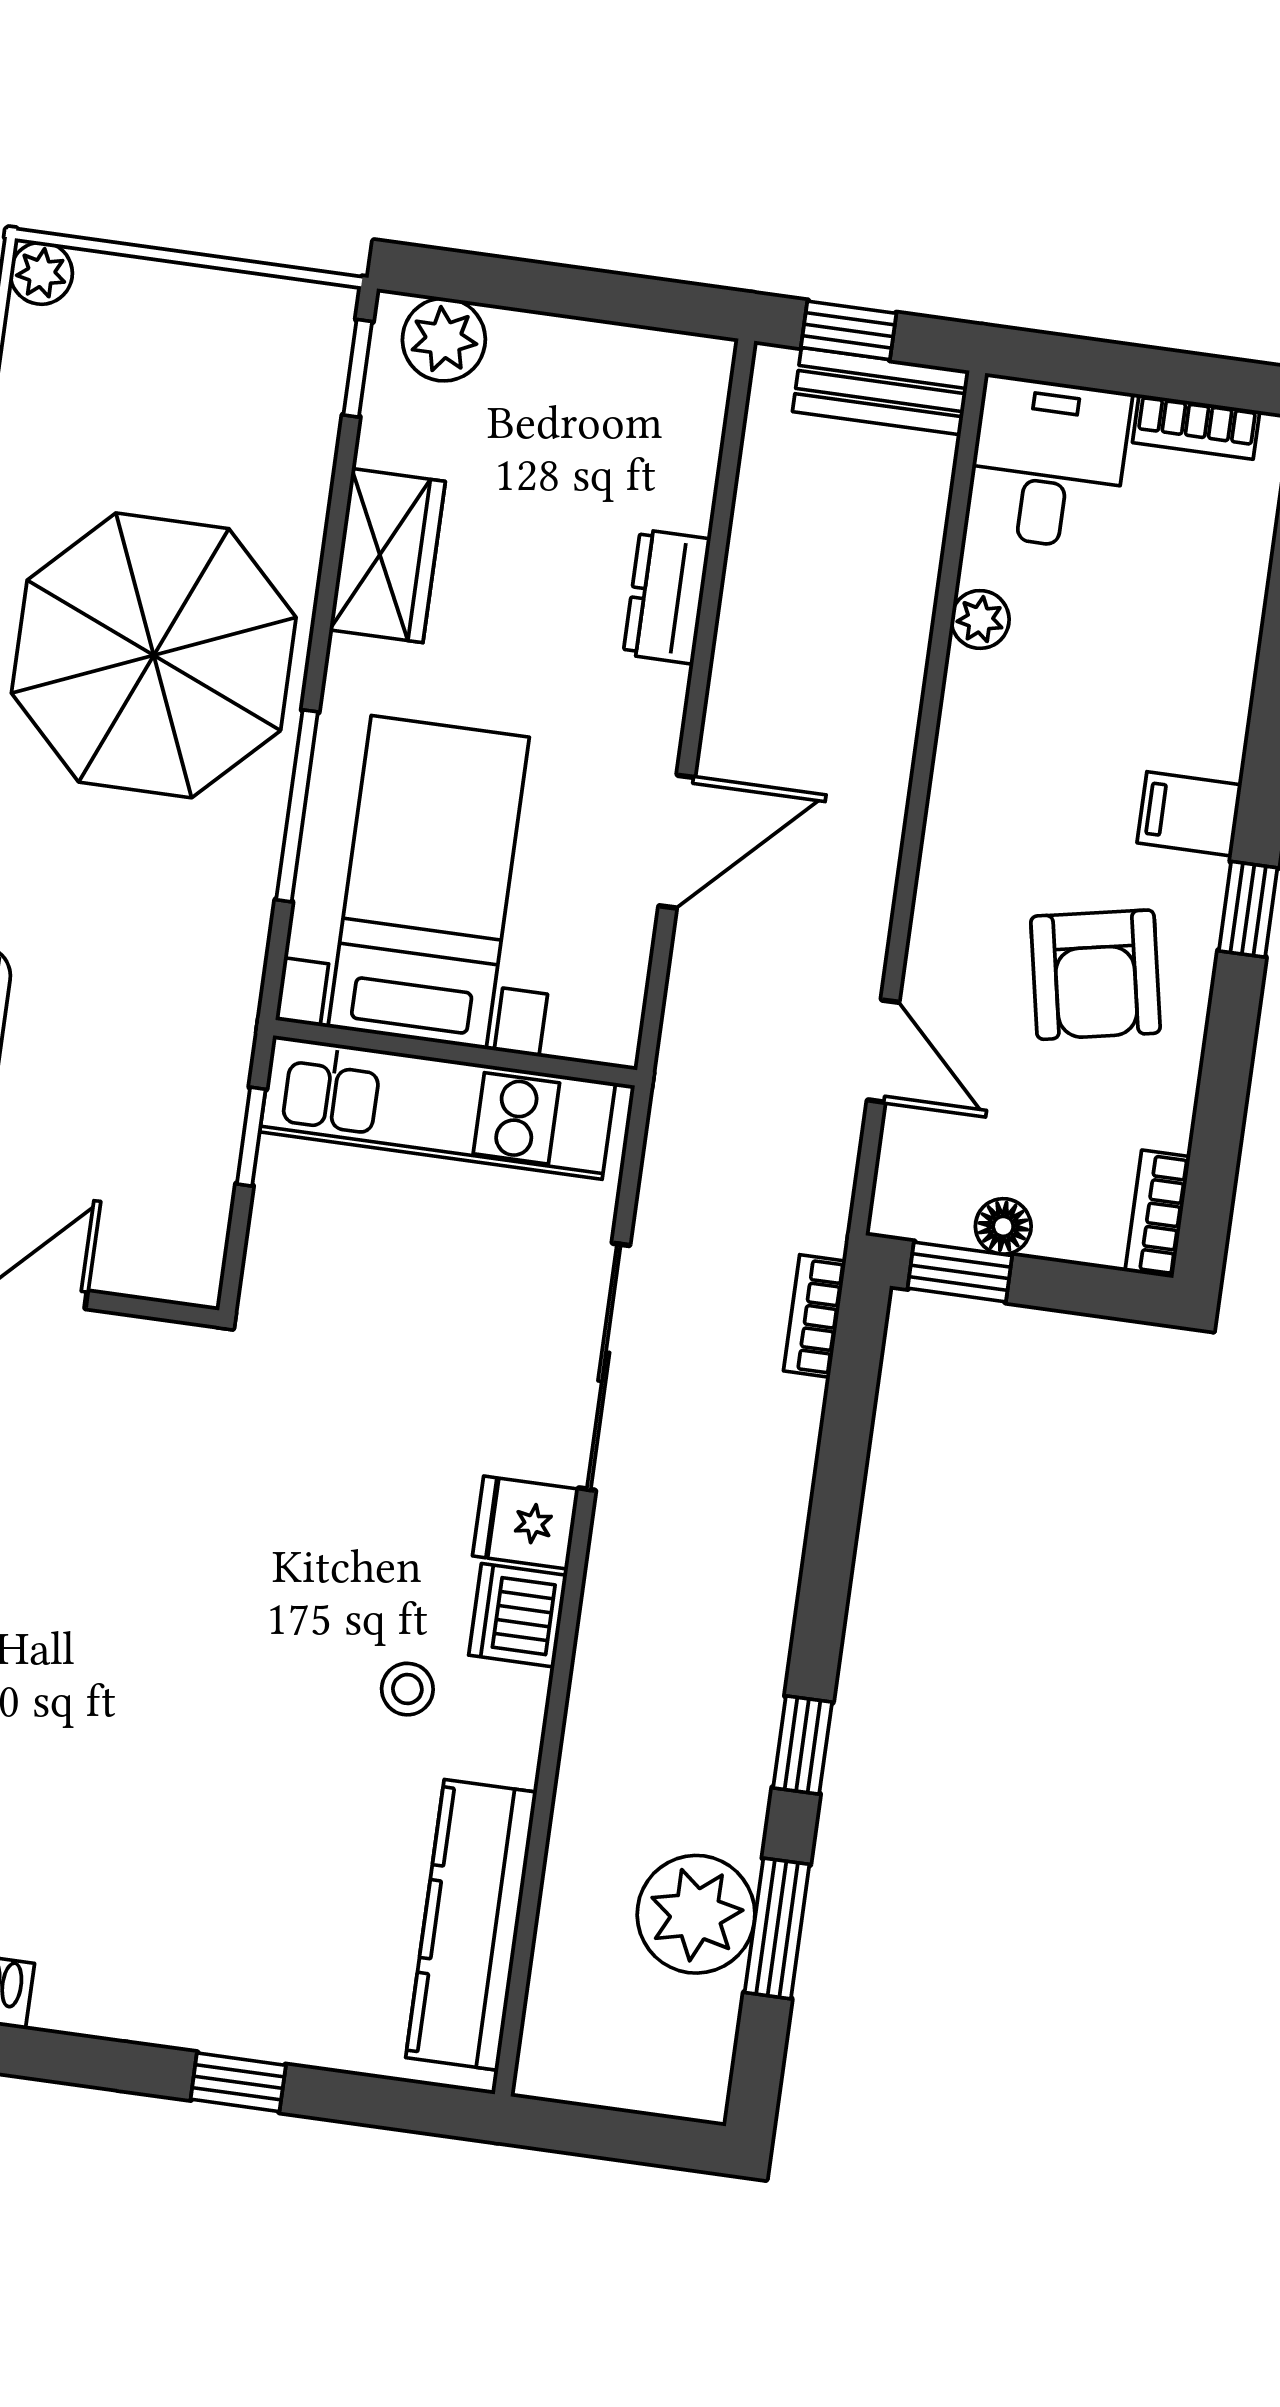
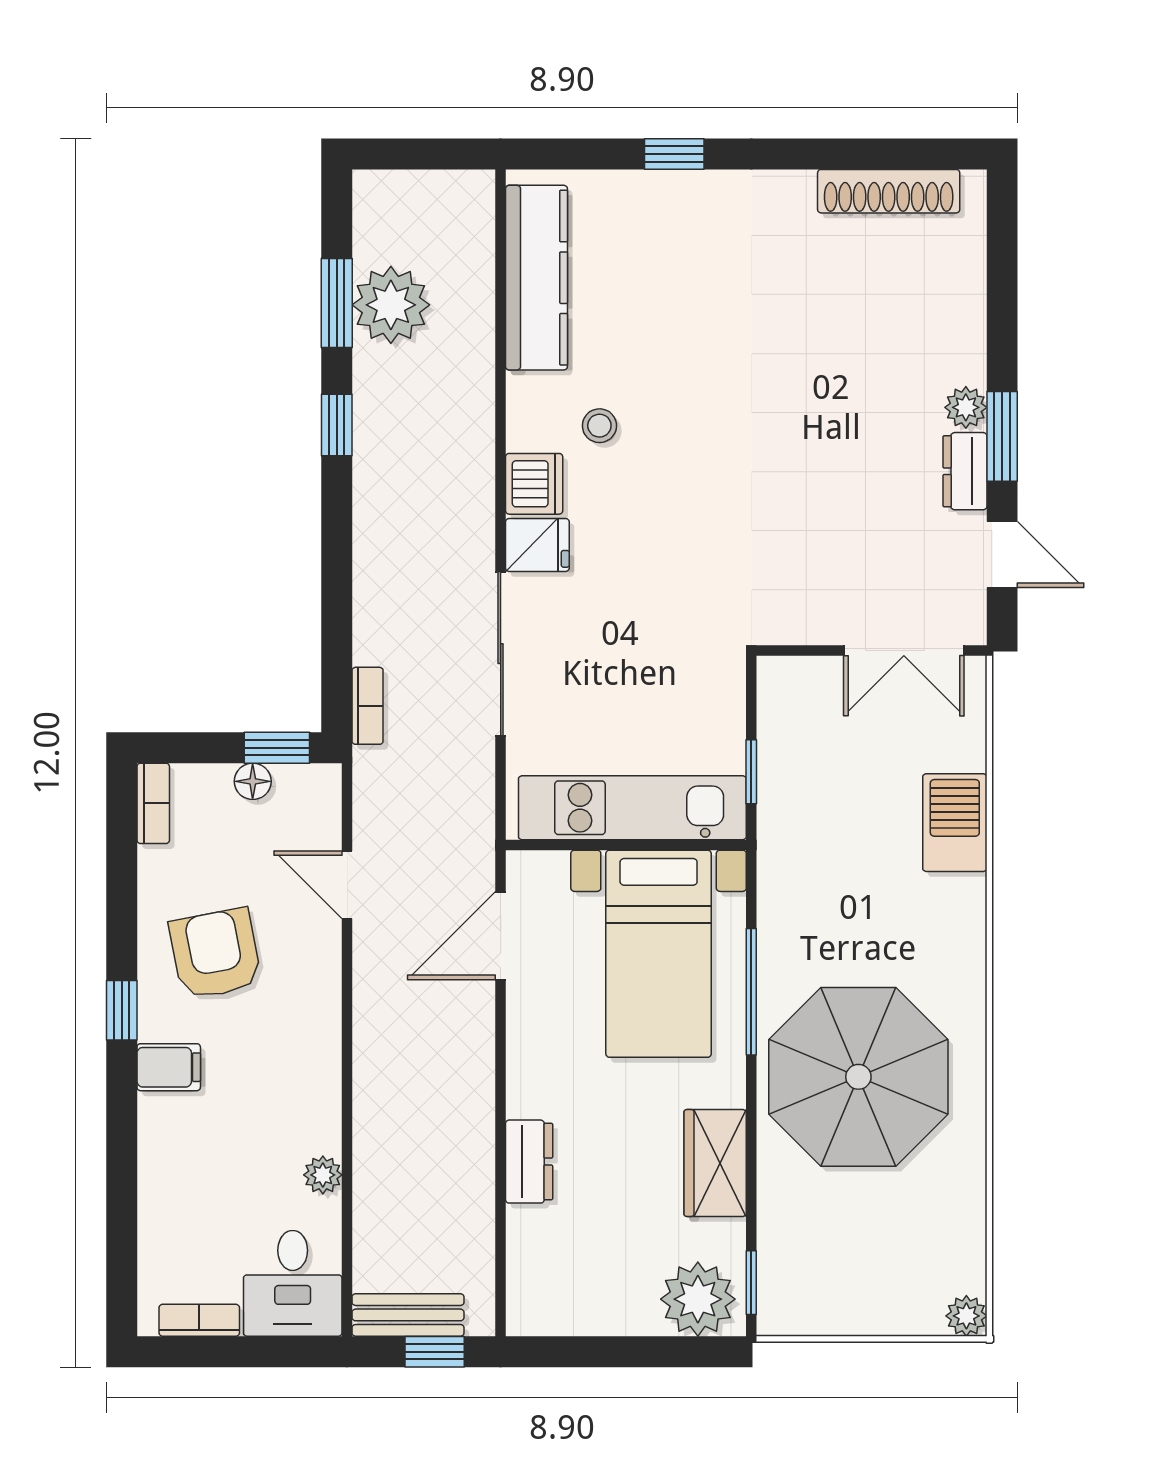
plant: (444, 340) -> (698, 1299), width x1.36, depth x1.36
door: (677, 842) -> (501, 936), moved

